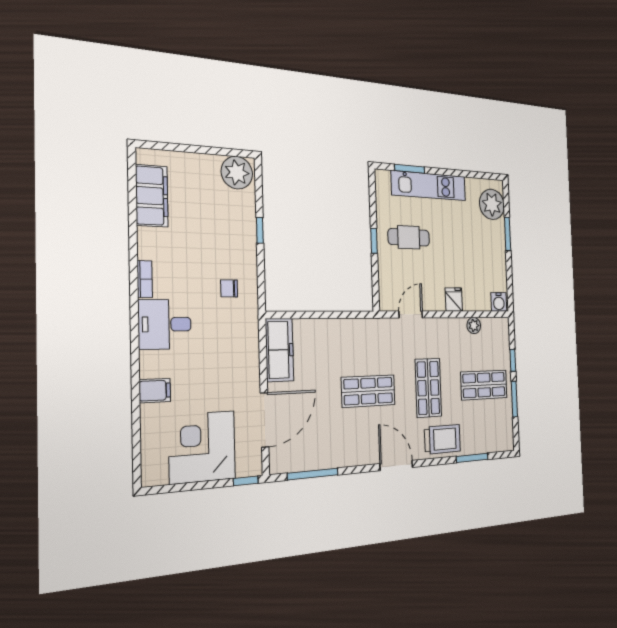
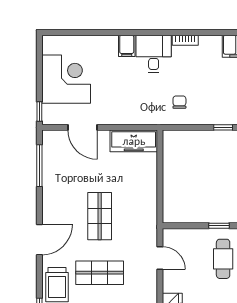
filing cabinet: (155, 391) -> (127, 46), moved
door: (265, 420) -> (82, 127), width x0.73

